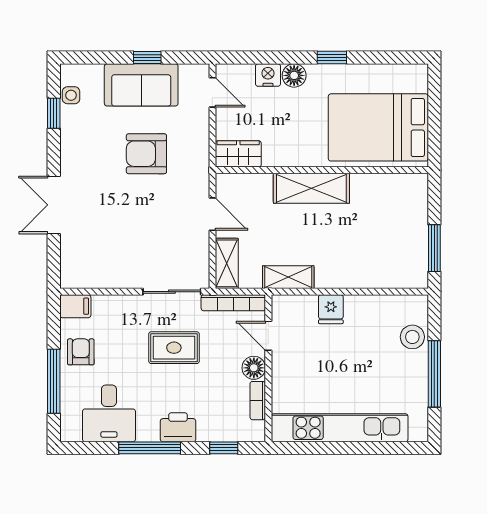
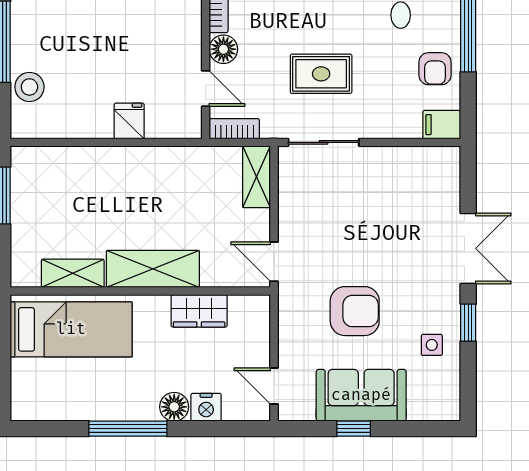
window: (332, 58) -> (128, 429), width x2.17
side table: (71, 95) -> (432, 345), moved
window: (54, 113) -> (468, 323), moved
bed: (378, 127) -> (71, 329), width x0.67
wardrobe: (238, 154) -> (199, 311), moved
door: (212, 214) -> (274, 262), moved
shelving: (288, 277) -> (73, 273), moved
bookcase: (233, 303) -> (234, 129), width x0.64

